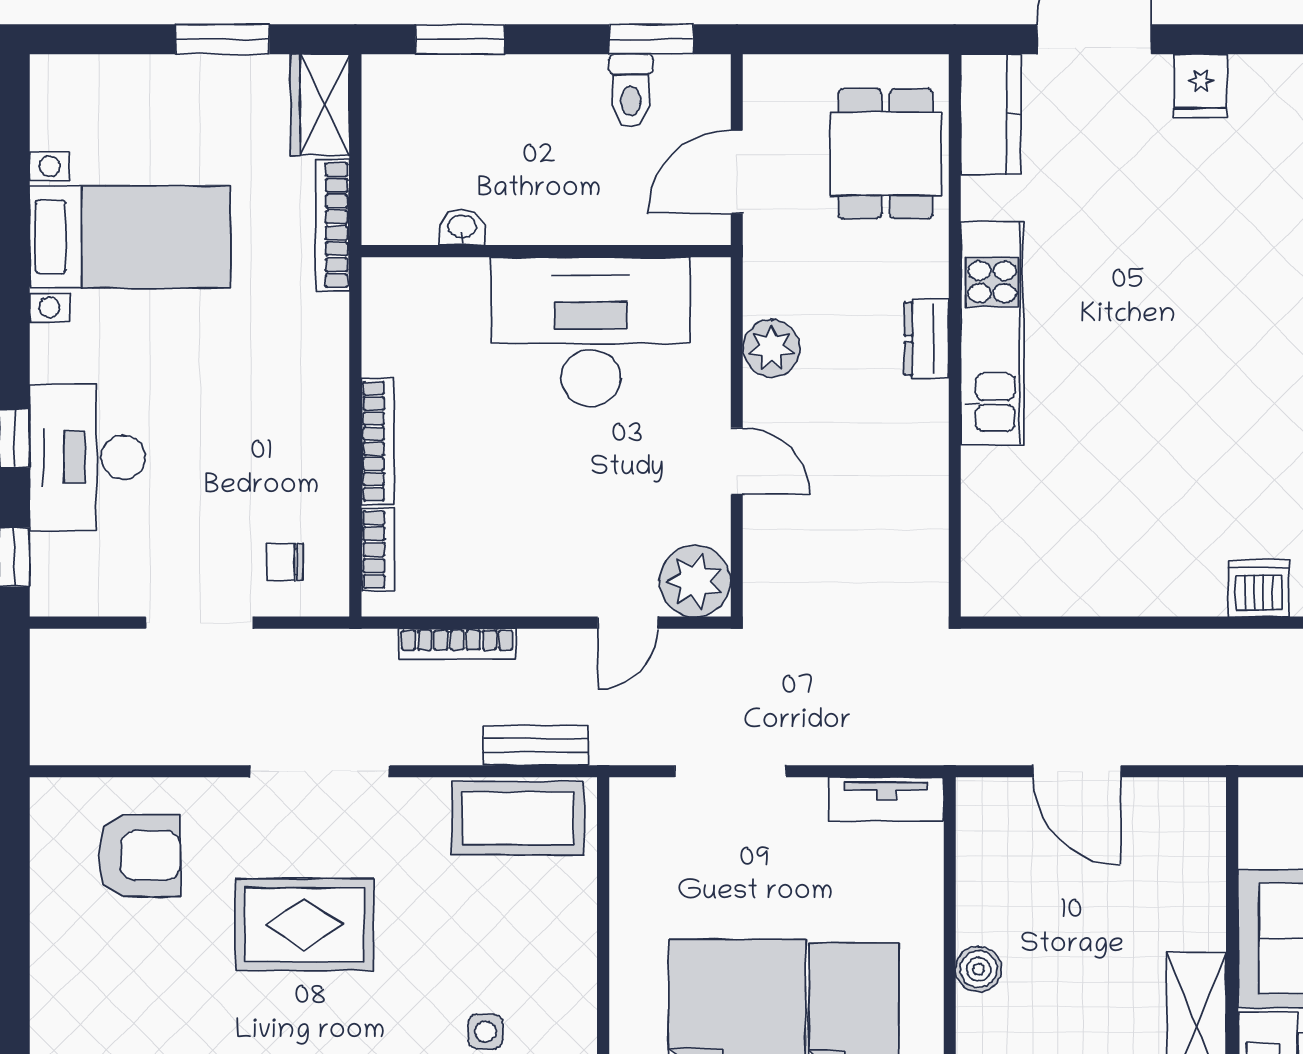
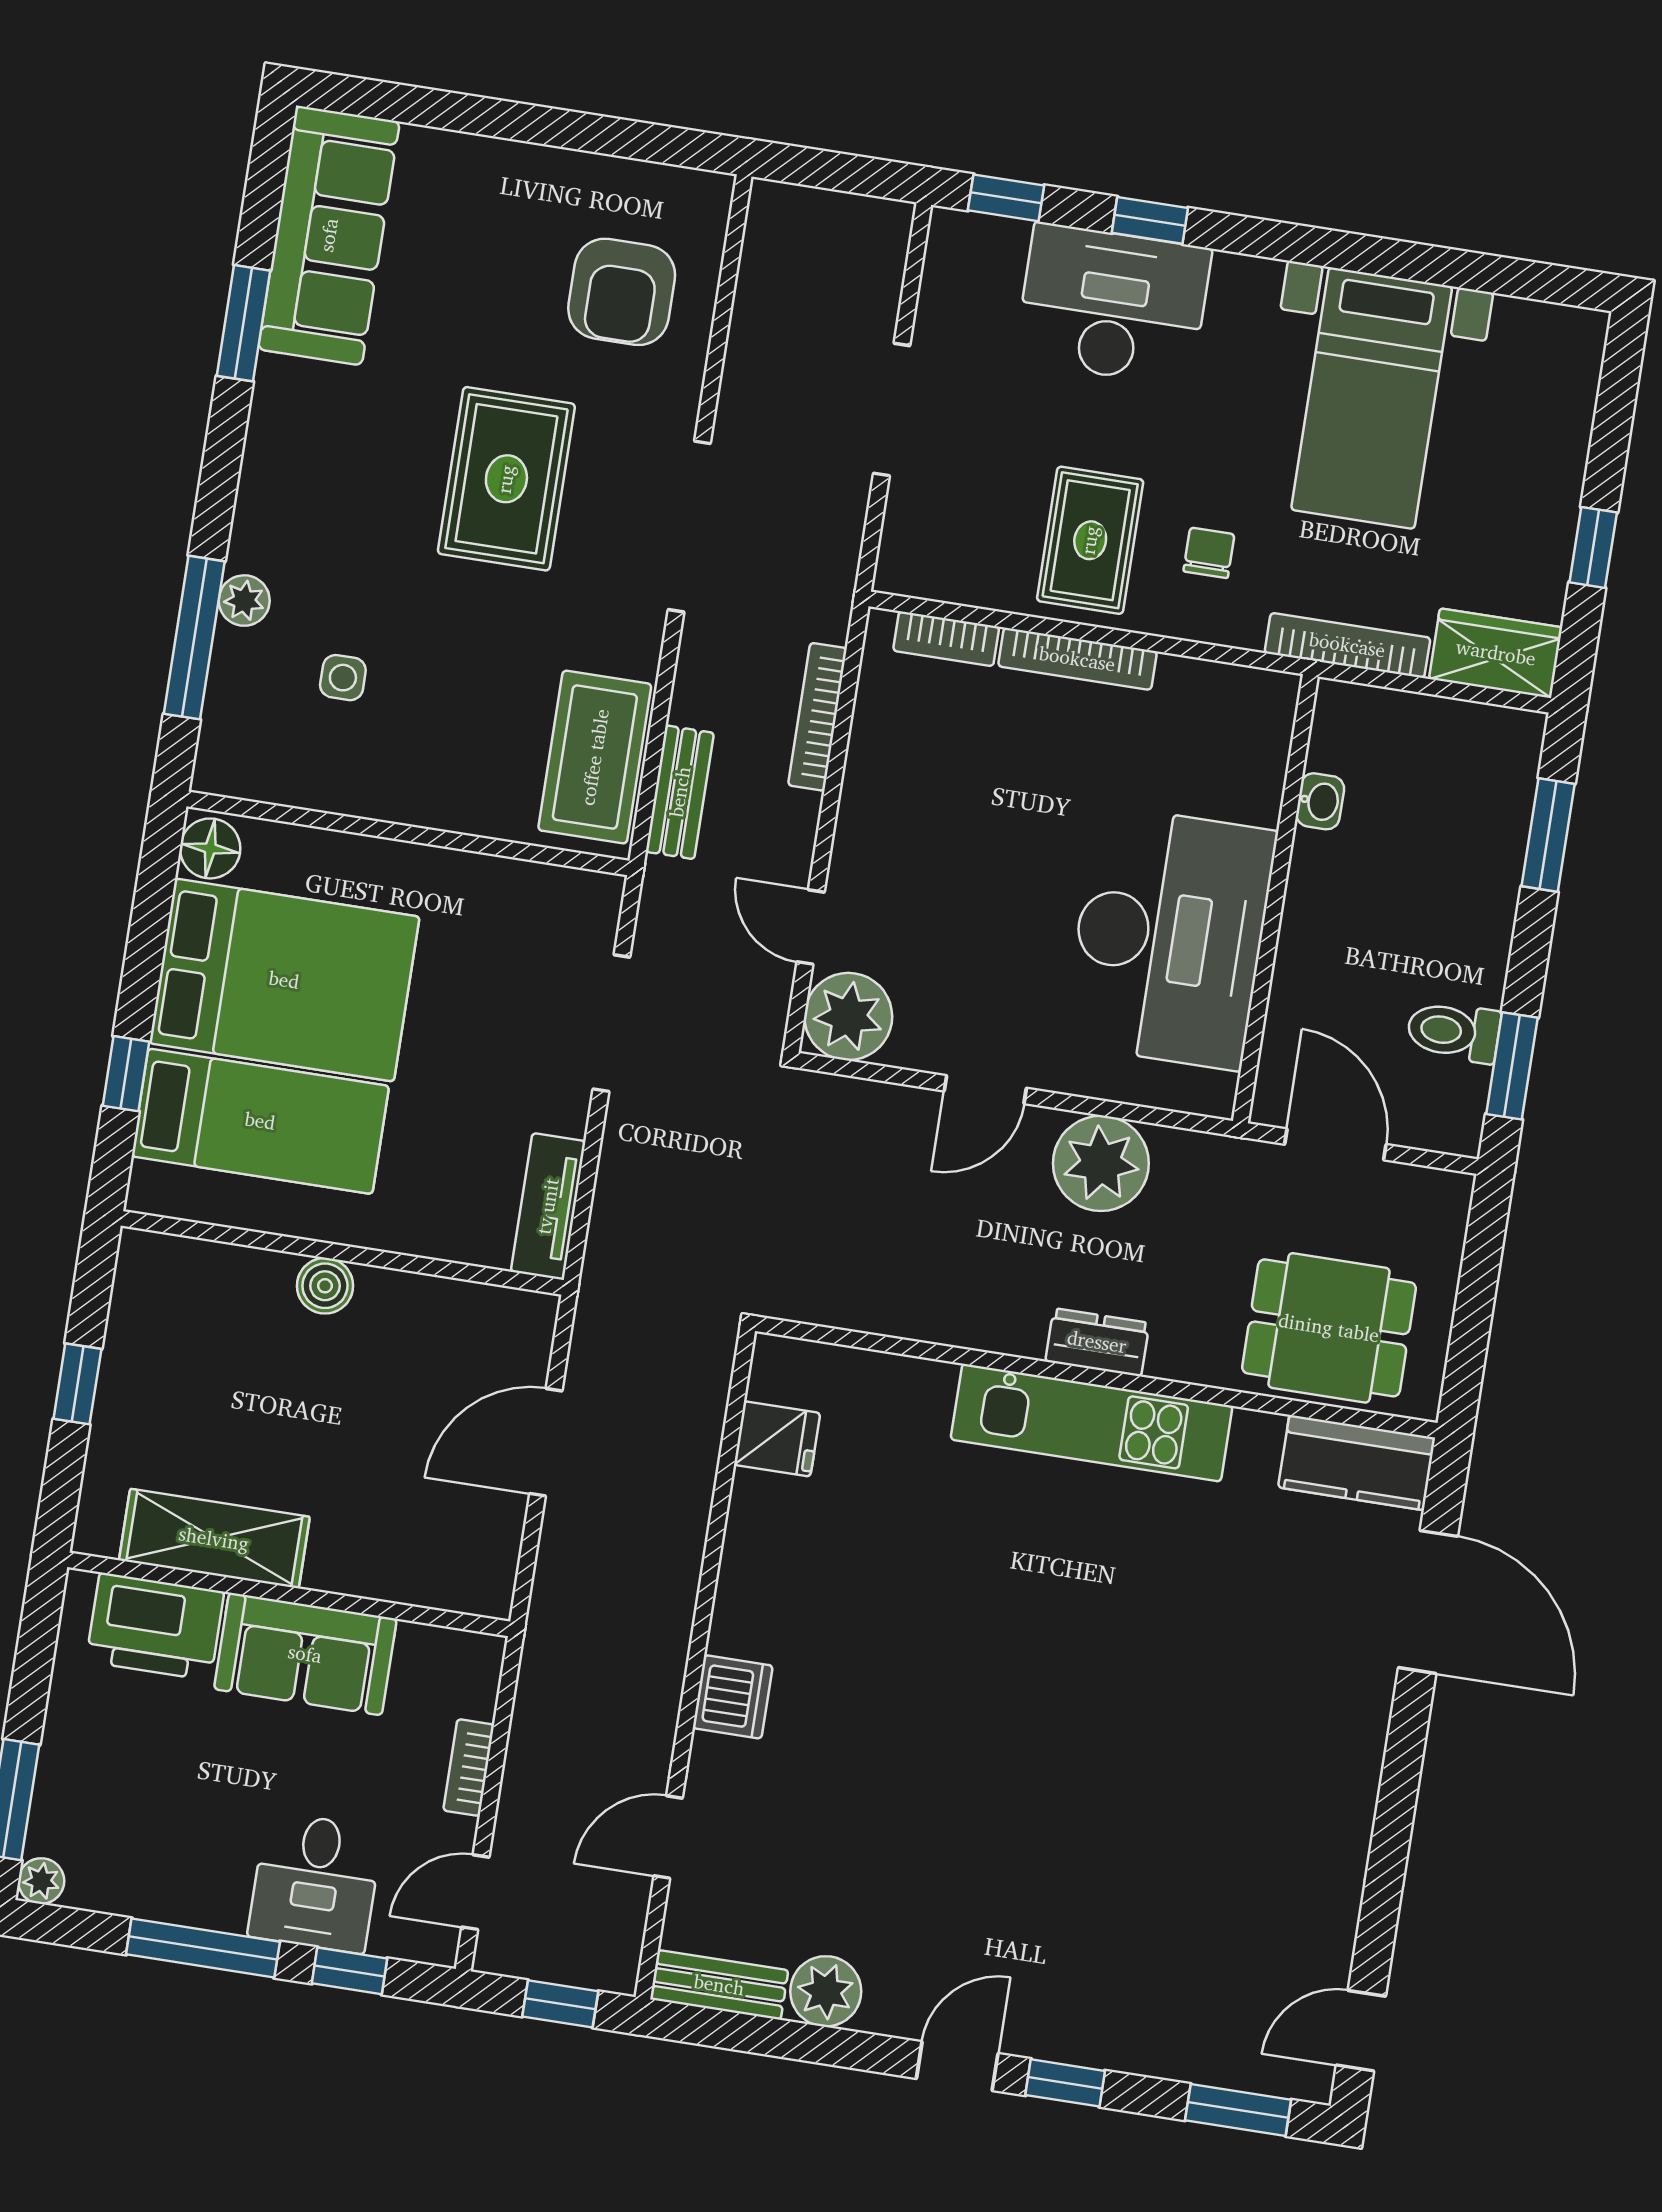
window: (222, 39) -> (1593, 547), width x0.67
fridge: (1201, 86) -> (777, 1439), moved, turned 180
plant: (771, 348) -> (1101, 1163), width x1.36, depth x1.36
rug: (280, 446) -> (1090, 540), added
chair: (285, 562) -> (1209, 553), moved

